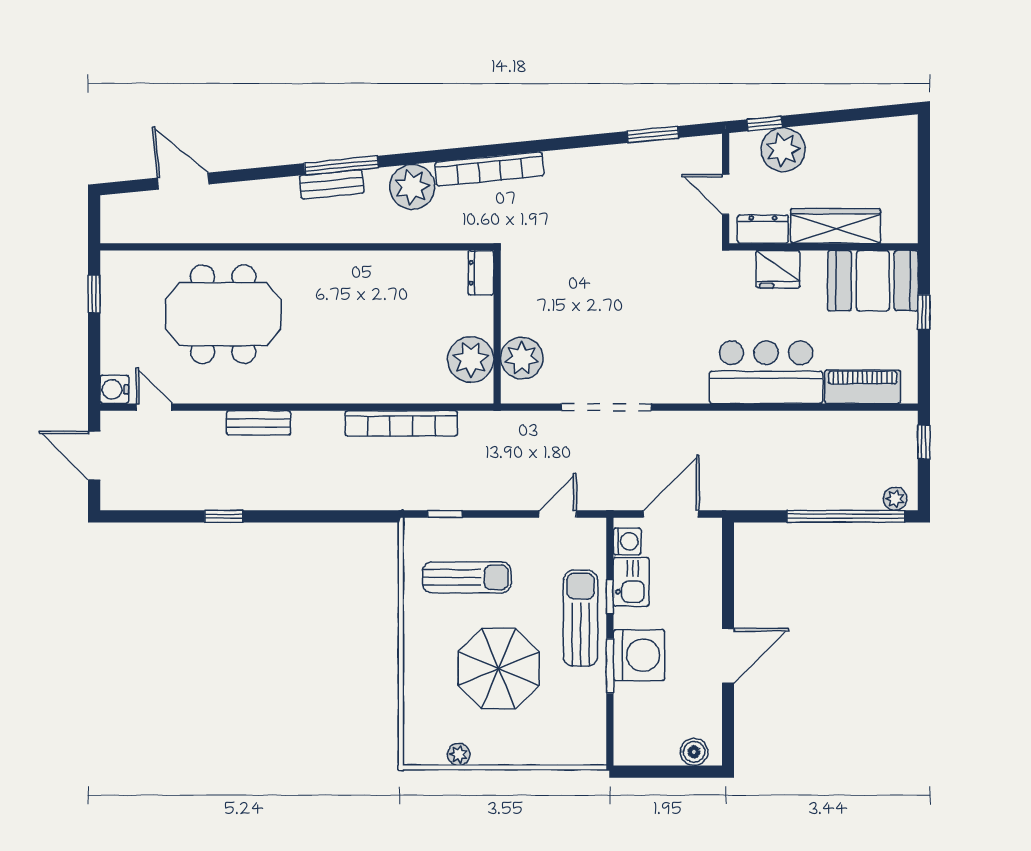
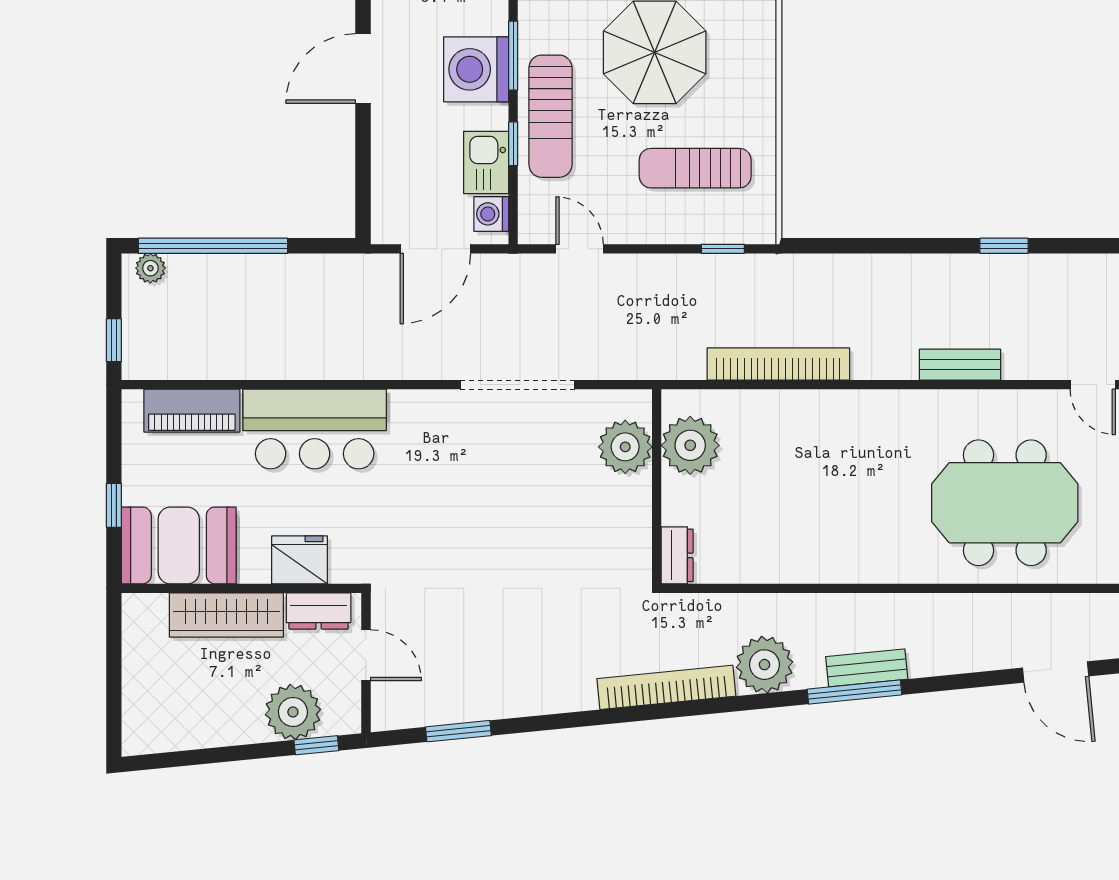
door: (558, 514) -> (580, 249), swing flipped

